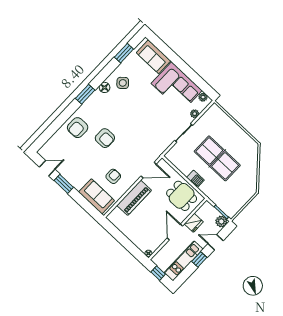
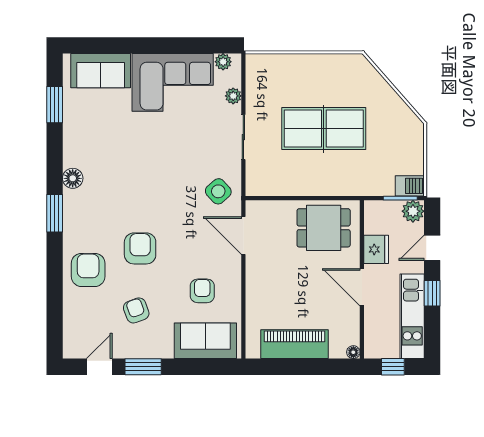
side table: (123, 83) -> (218, 191), moved
armchair: (78, 128) -> (88, 270), turned 180
armchair: (105, 138) -> (140, 248), turned -90
armchair: (81, 160) -> (136, 310), added
door: (149, 170) -> (243, 236), swing flipped
barbecue: (195, 179) -> (410, 186), moved
piano: (134, 198) -> (295, 344), moved, turned -90

